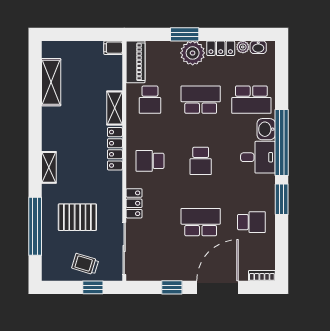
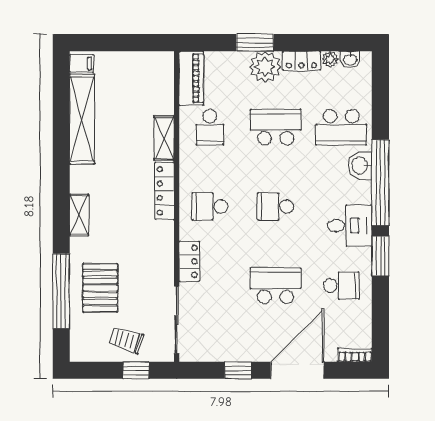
filing cabinet: (113, 48) -> (81, 63), moved, turned 180
shelving: (51, 82) -> (82, 119), width x1.47
desk: (258, 157) -> (350, 226), moved
school desk: (201, 161) -> (276, 206), turned 90
pallet: (77, 217) -> (100, 288), moved, turned 90

